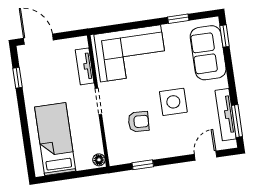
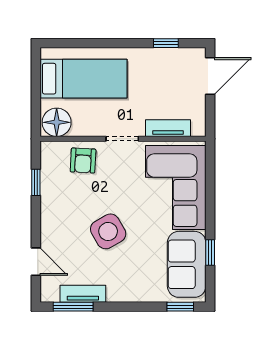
sofa: (208, 53) -> (187, 264), moved, turned -90
side table: (173, 102) -> (108, 231), turned -30
tv unit: (226, 115) -> (83, 294), width x0.71
armchair: (139, 122) -> (83, 160), moved
floor lamp: (99, 160) -> (57, 122), width x1.89, depth x1.89

